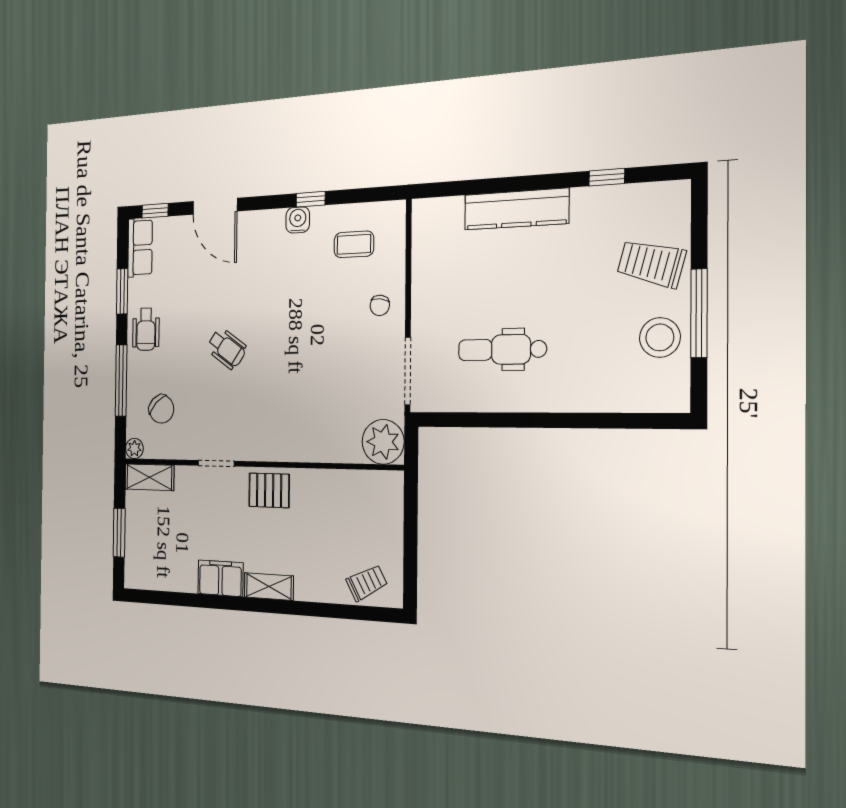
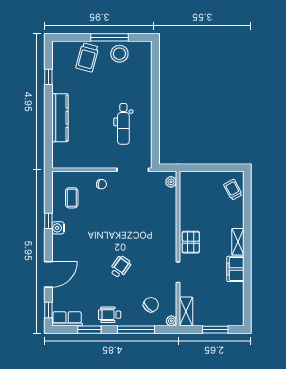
wheelchair: (146, 329) -> (110, 315), turned 180
plant: (383, 442) -> (171, 182), width x0.53, depth x0.53

